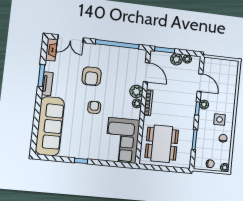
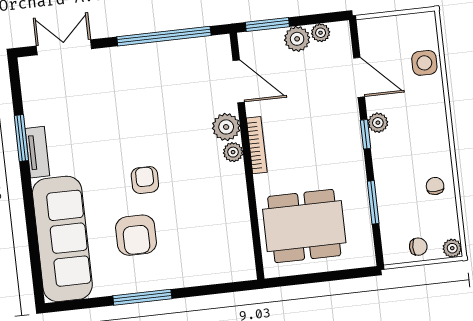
double door: (70, 39) -> (64, 47), swing flipped
fireplace: (51, 50) -> (30, 80), removed
armchair: (92, 76) -> (136, 235), moved
side table: (220, 120) -> (424, 63), moved
corner sofa: (122, 140) -> (219, 237), removed
dining table: (162, 144) -> (304, 226), turned 90
window: (81, 161) -> (142, 297), width x2.17

